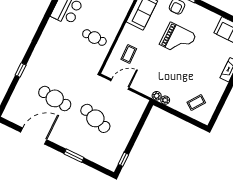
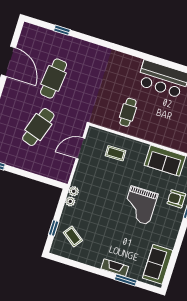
window: (21, 70) -> (62, 30), moved
door: (120, 84) -> (80, 148), swing flipped
window: (186, 118) -> (54, 228), added

